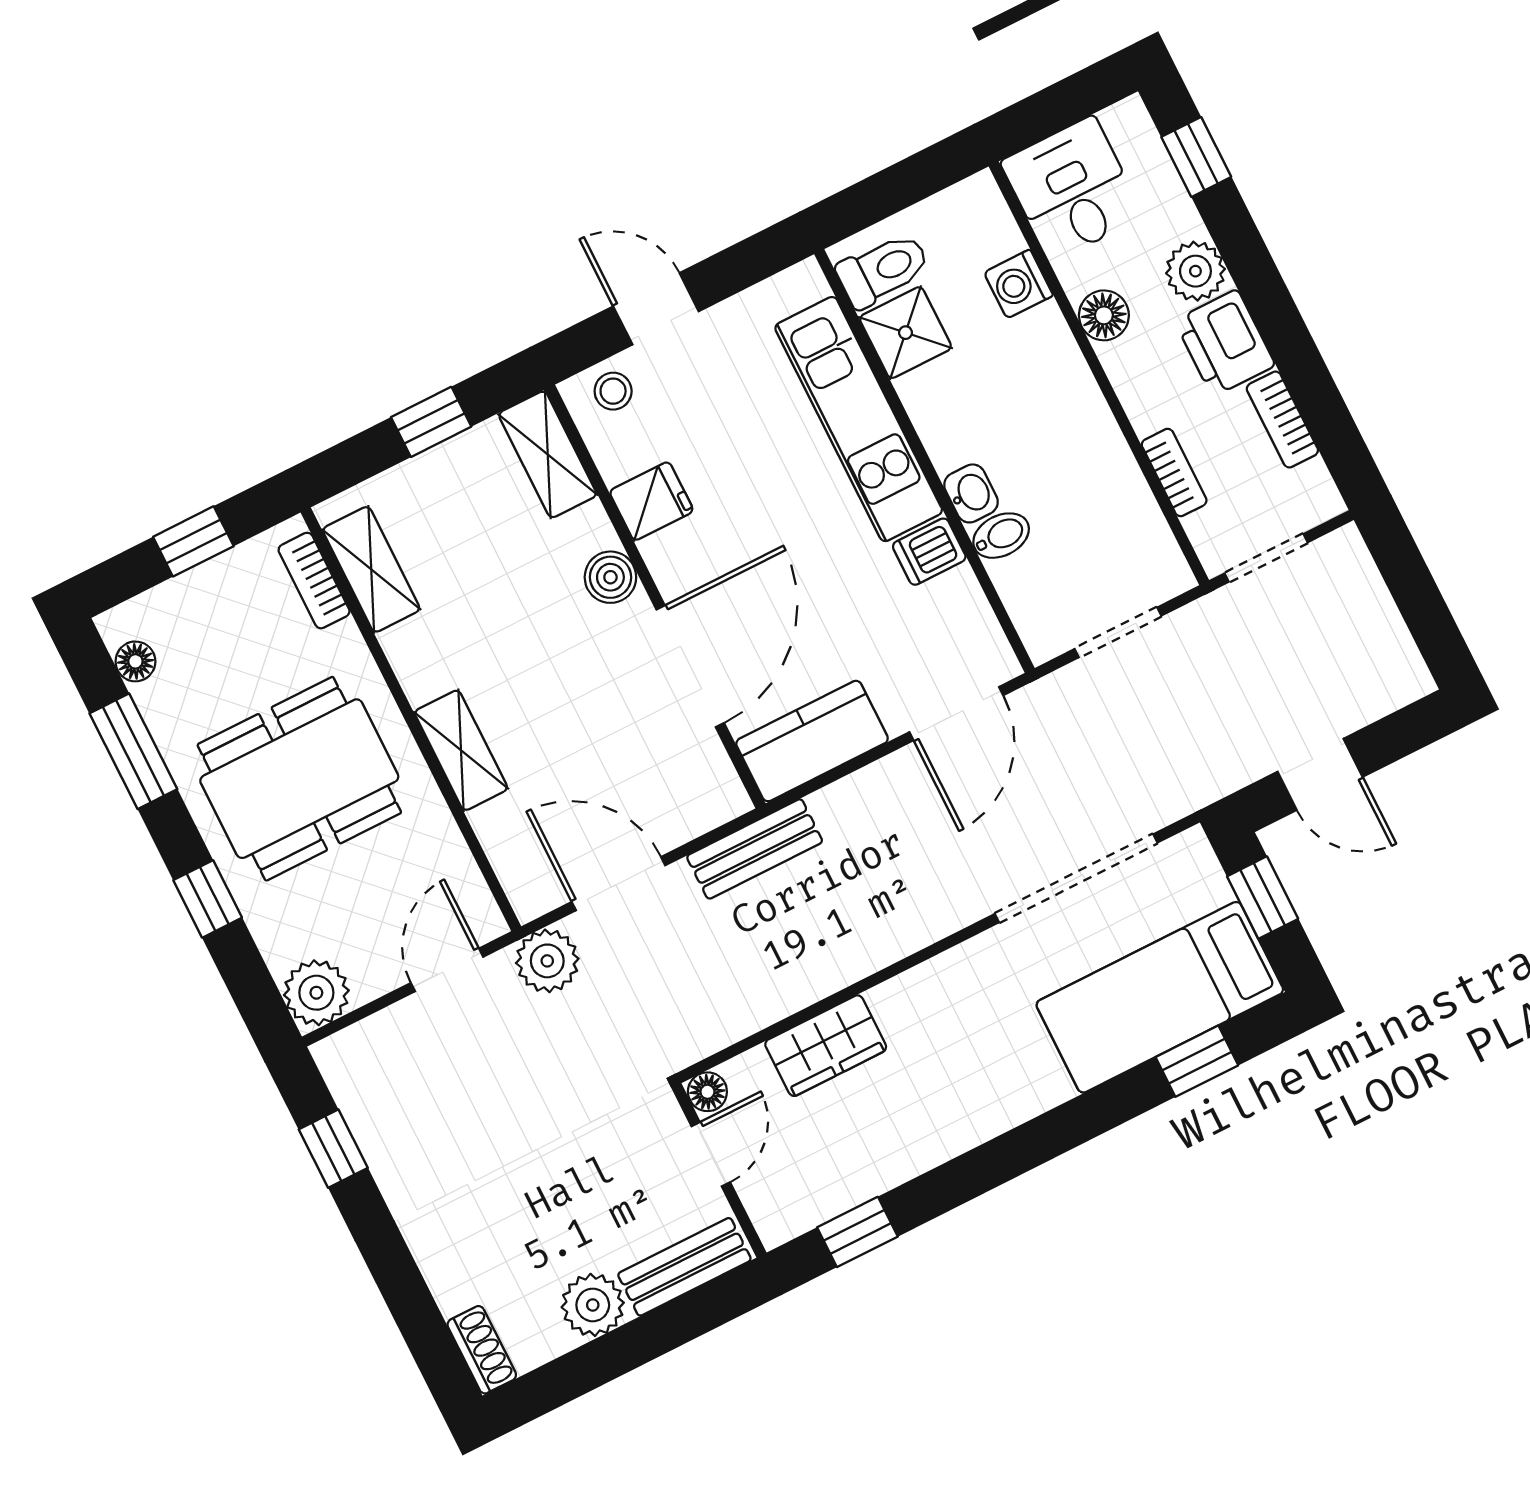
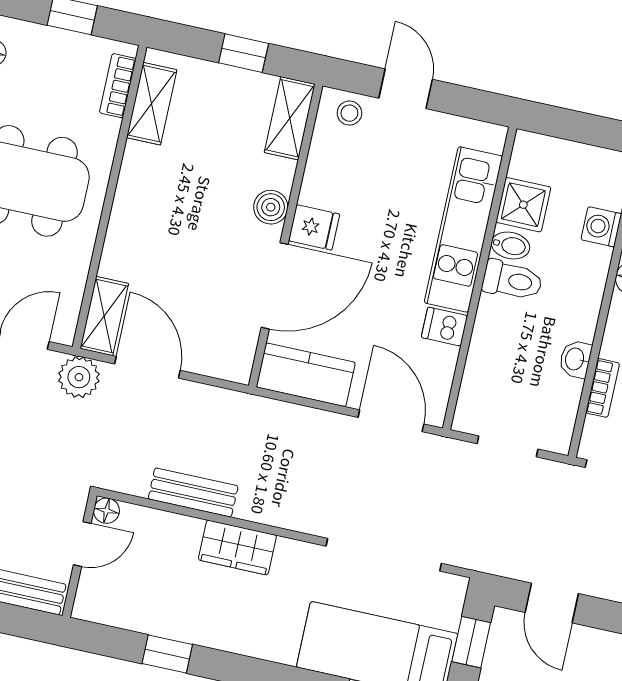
toilet: (883, 270) -> (512, 280), moved
washbasin: (971, 493) -> (575, 359), moved, turned 180
fridge: (651, 501) -> (314, 227), moved
bidet: (1001, 536) -> (510, 246), moved
door: (956, 714) -> (391, 421), swing flipped
shelving: (461, 750) -> (104, 316), moved
bench: (755, 849) -> (193, 492), moved
wardrobe: (826, 1046) -> (237, 548), moved
window: (857, 1232) -> (167, 654), moved

